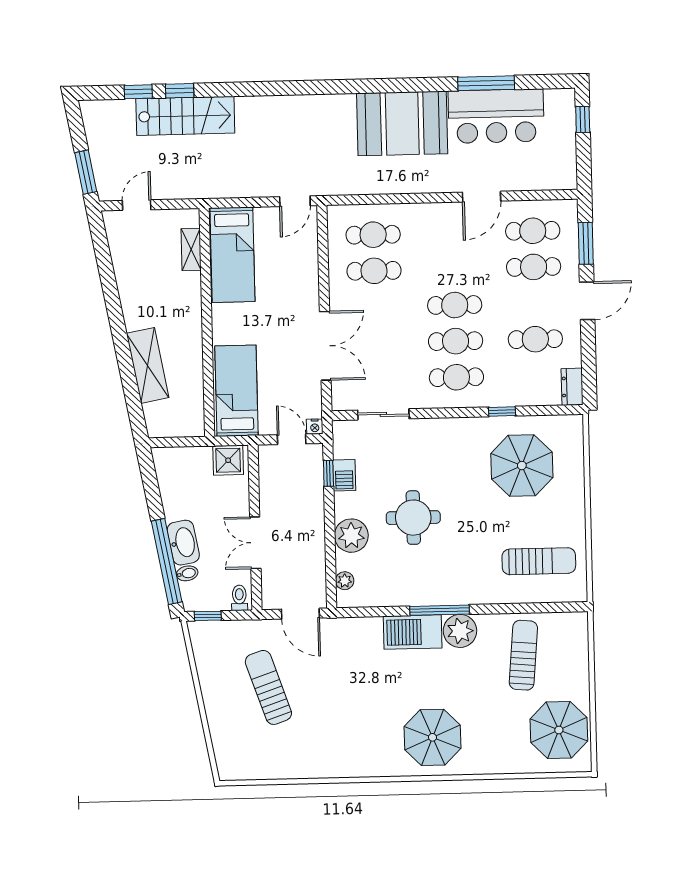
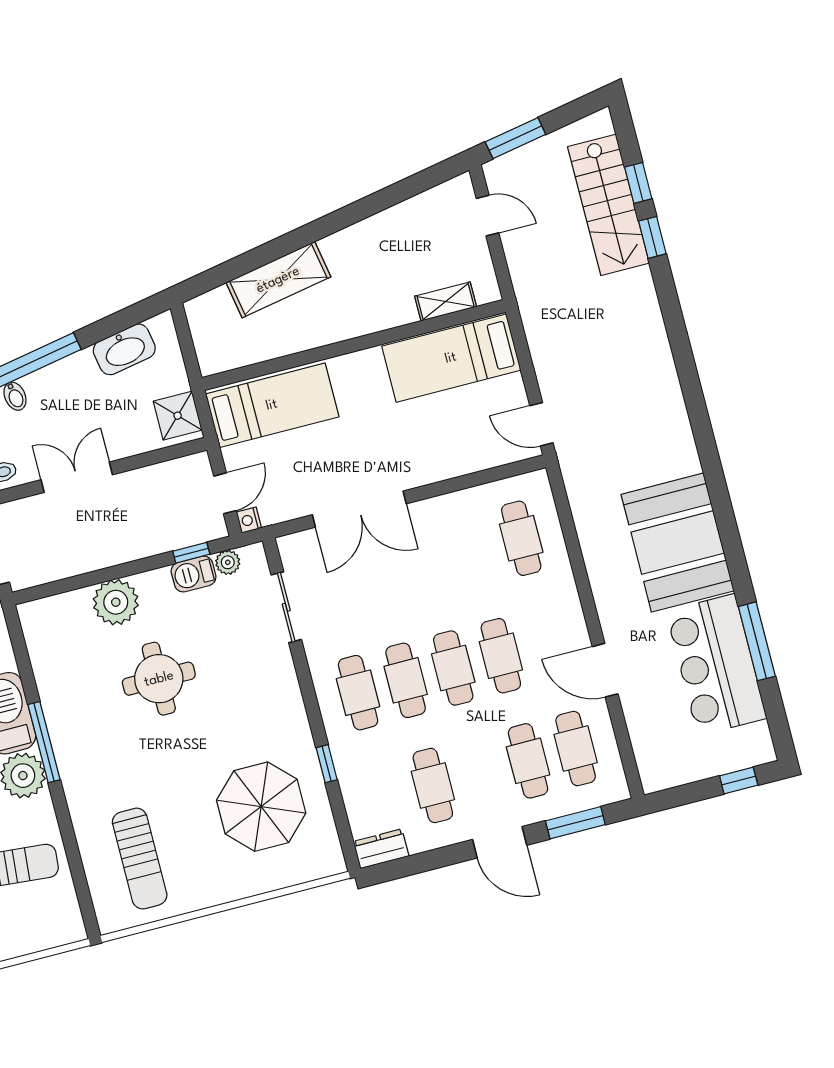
stairs: (185, 116) -> (608, 205), moved
cafe table: (374, 271) -> (501, 656), moved
washbasin: (183, 543) -> (124, 349), moved
plant: (345, 581) -> (228, 562), moved

